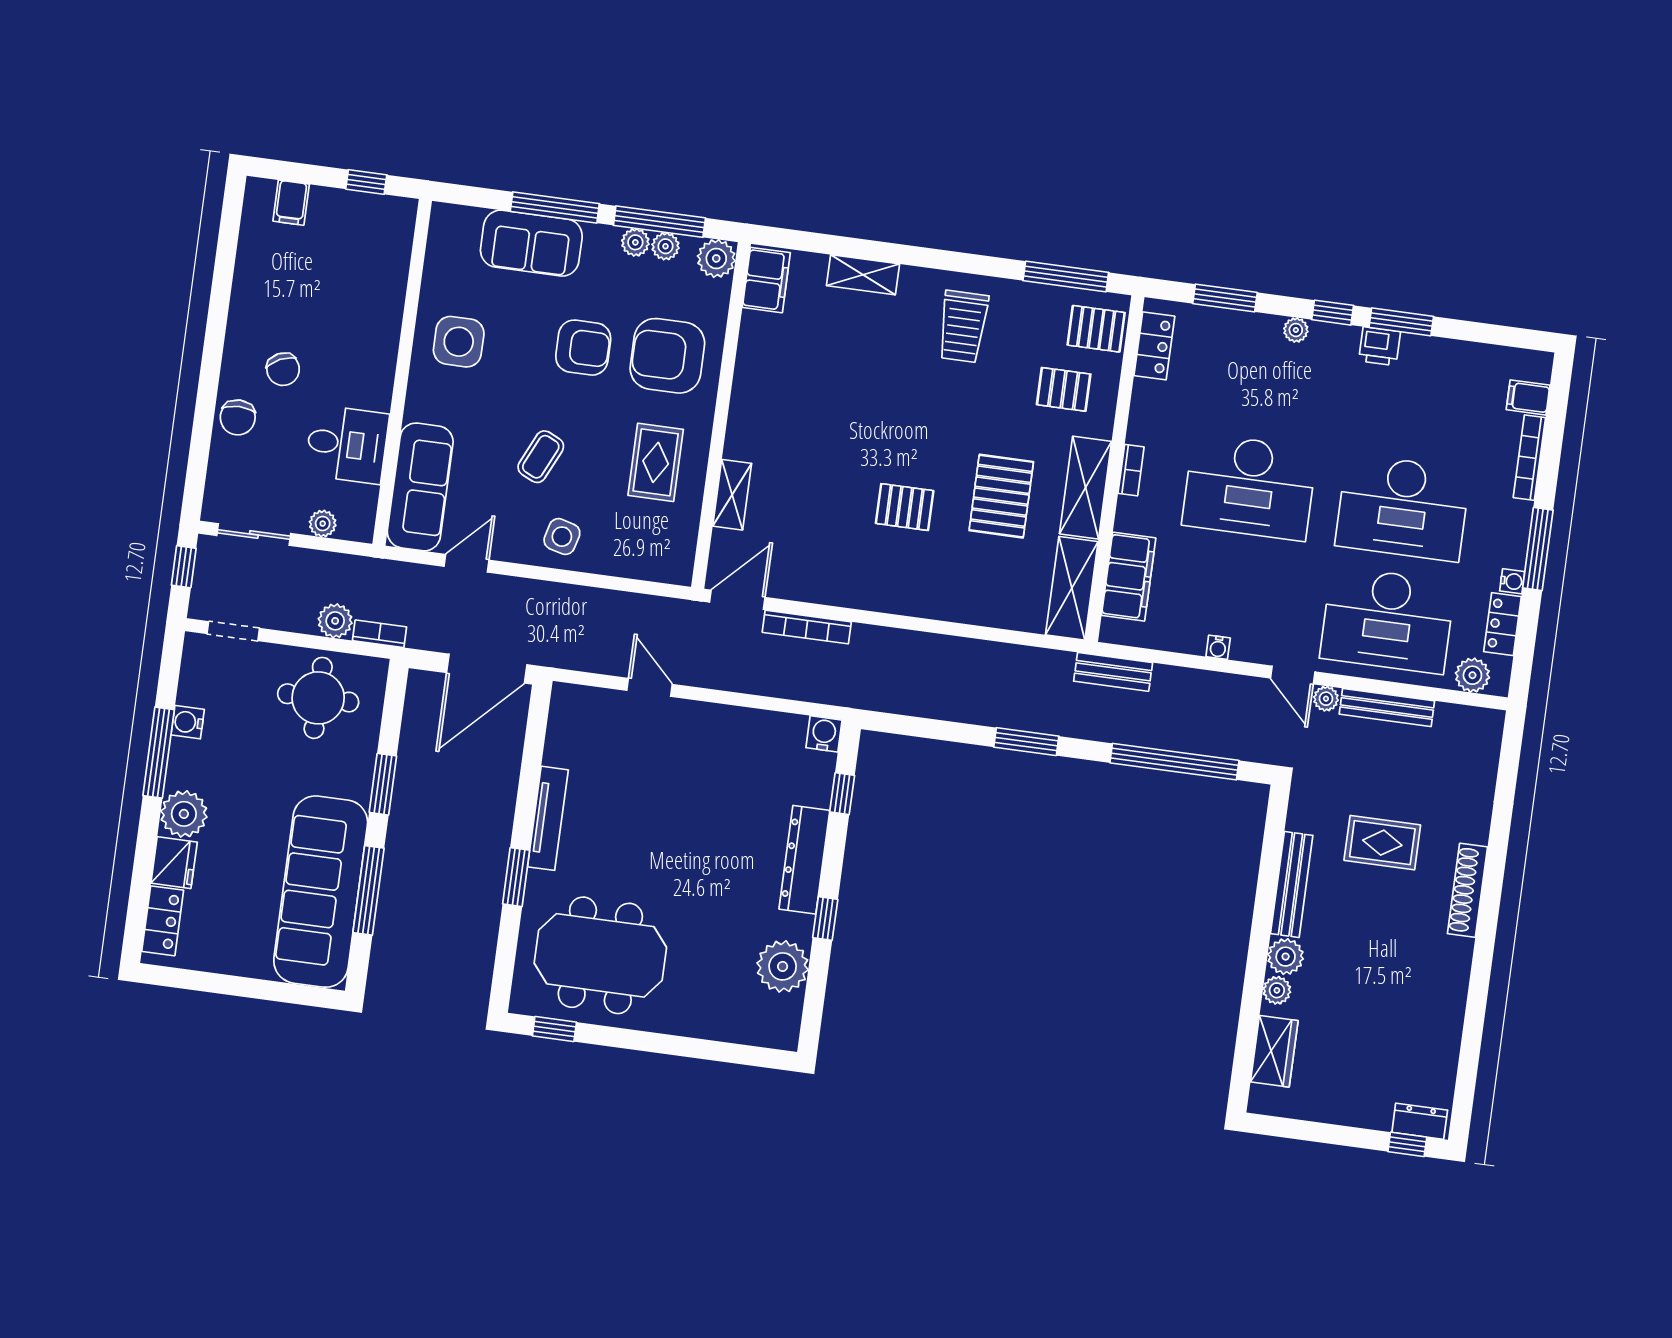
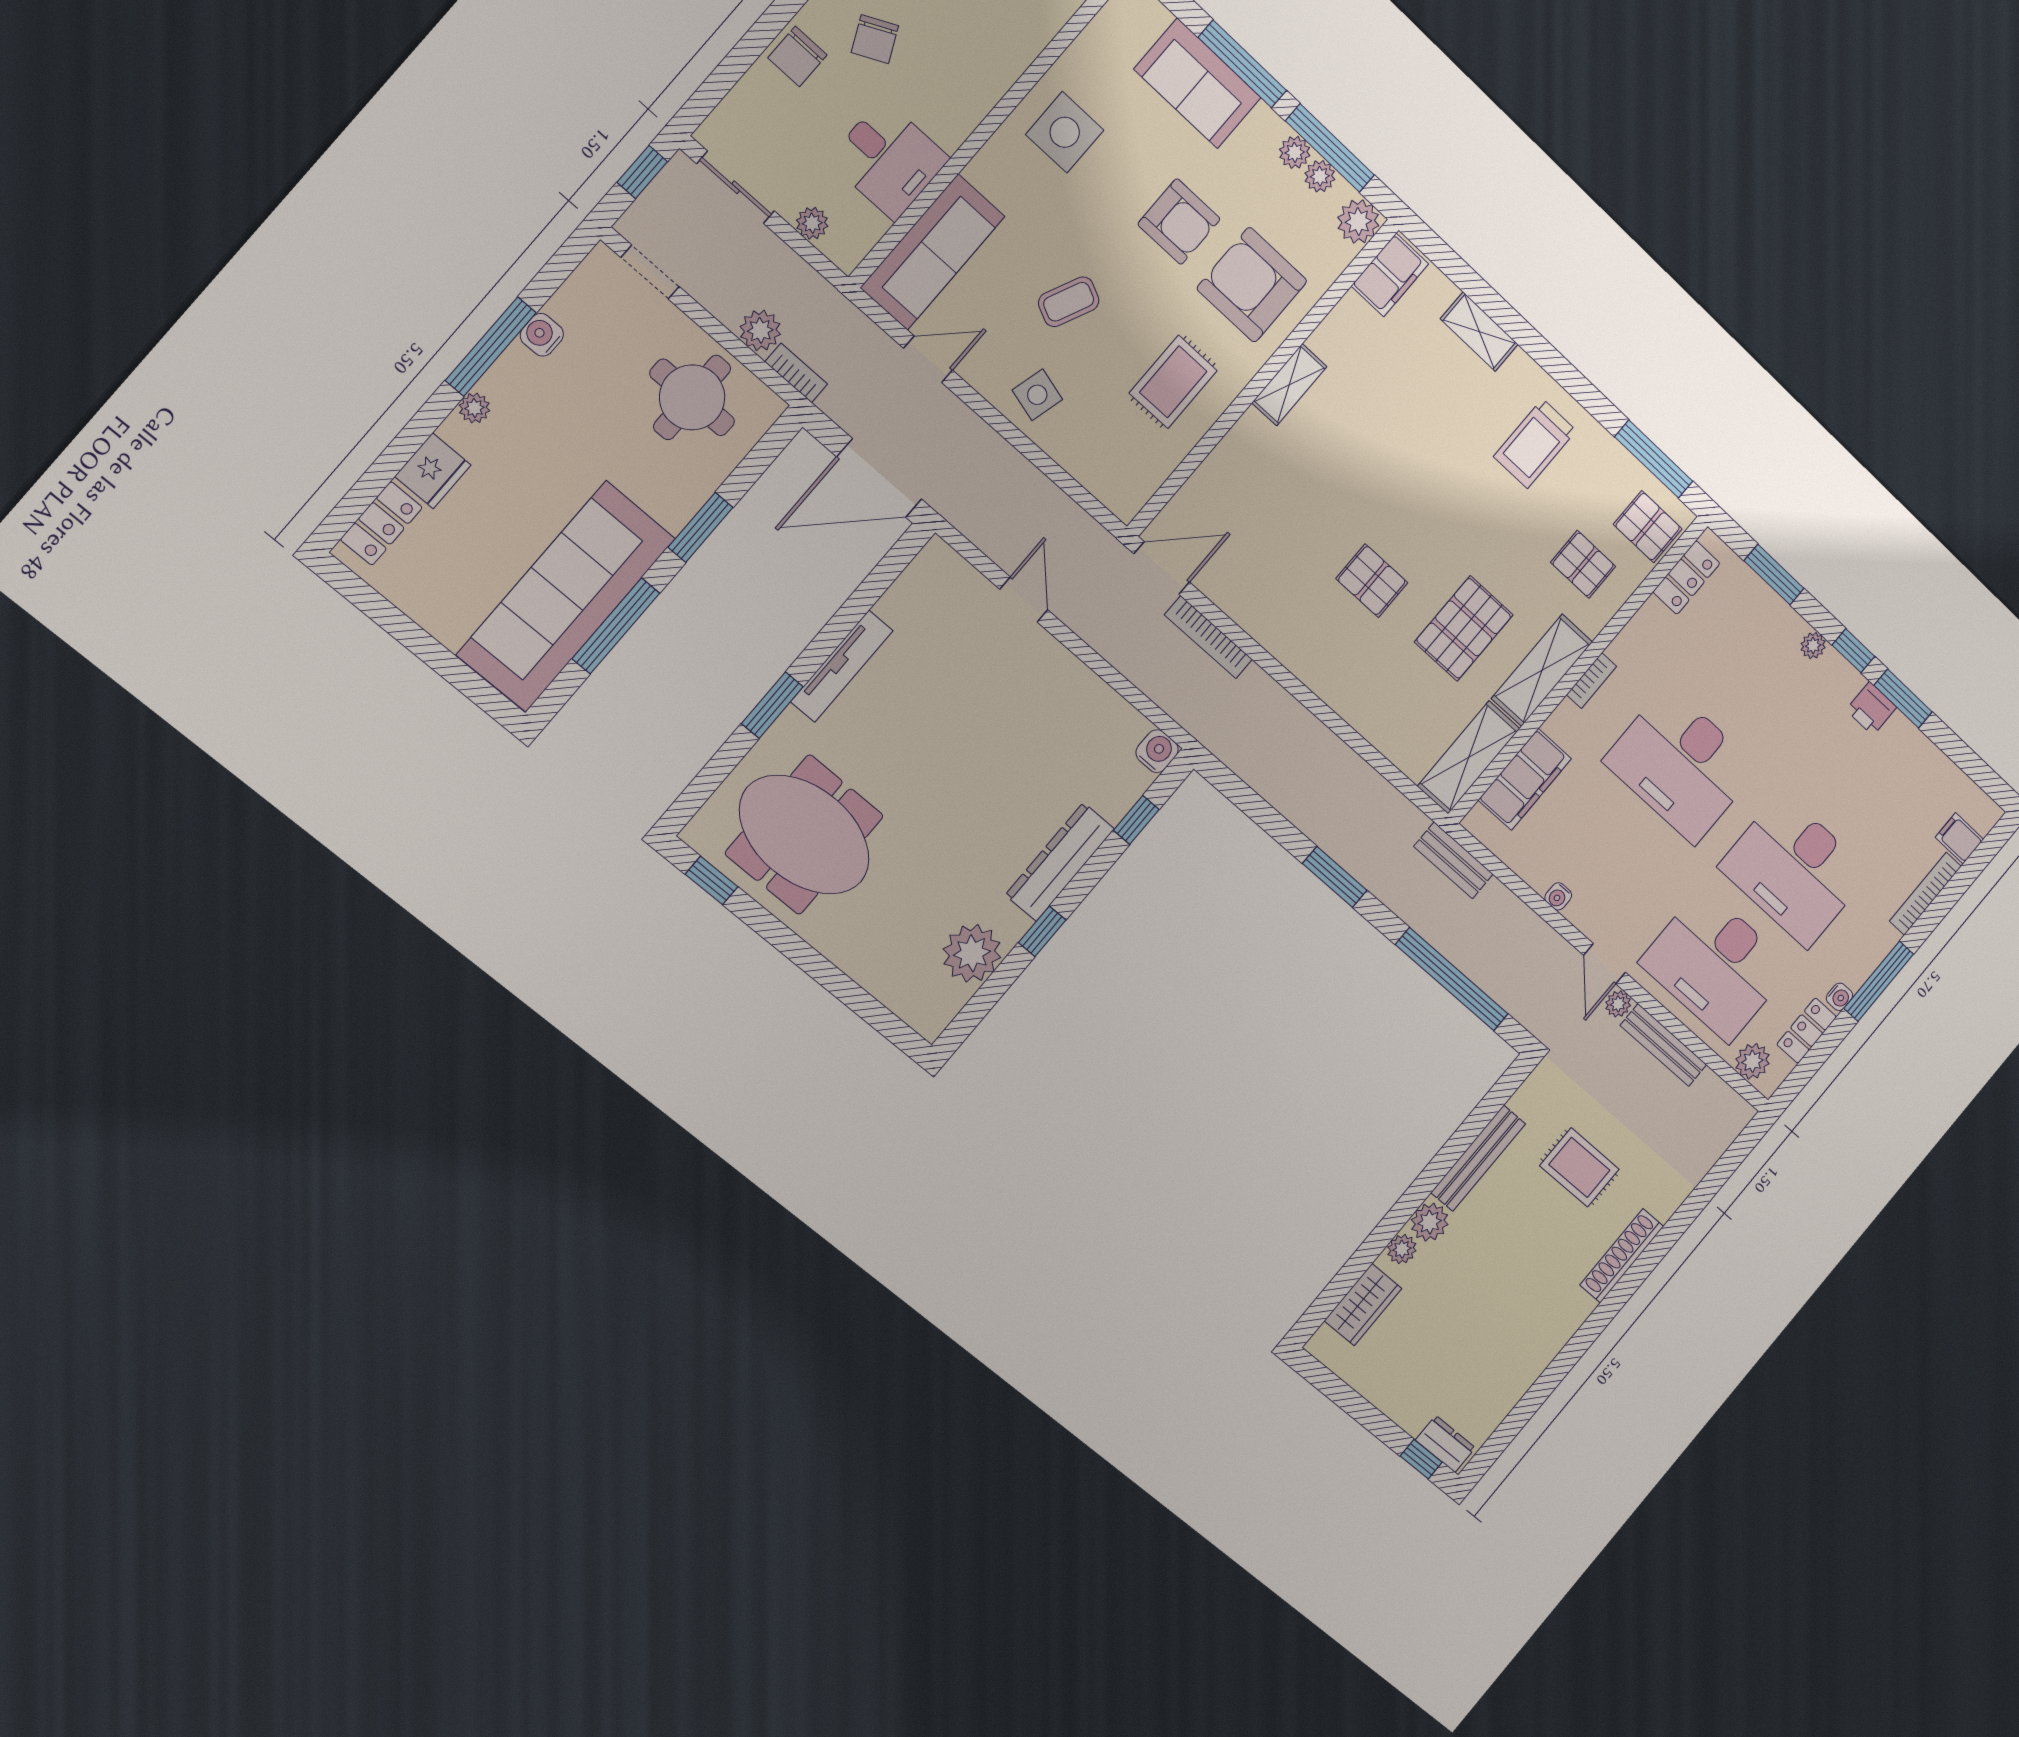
shelving: (732, 495) -> (1289, 385), moved
plant: (184, 814) -> (474, 408), width x0.53, depth x0.53

